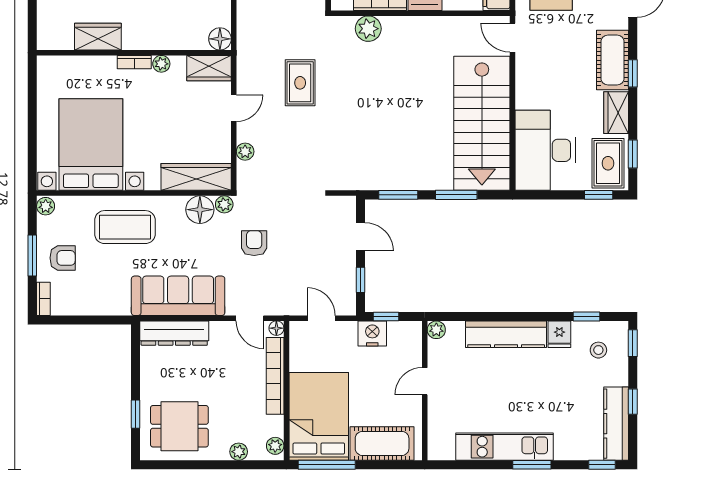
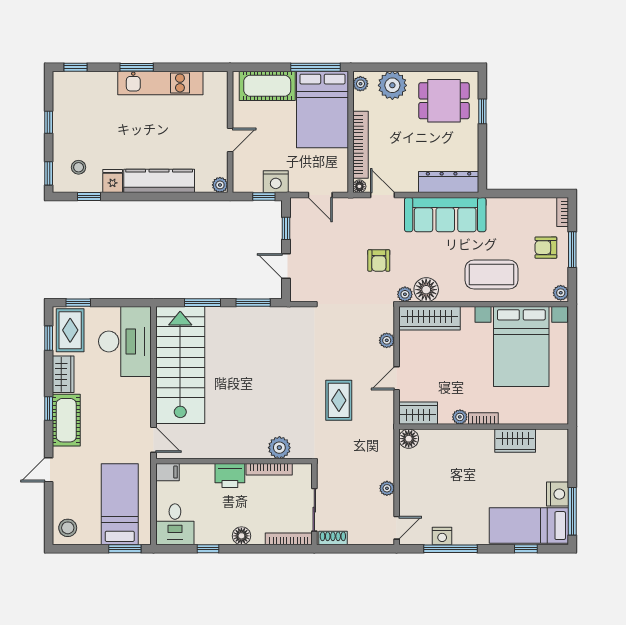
kitchen counter: (616, 424) -> (63, 103), removed
plant: (239, 452) -> (392, 85), width x1.88, depth x1.88

